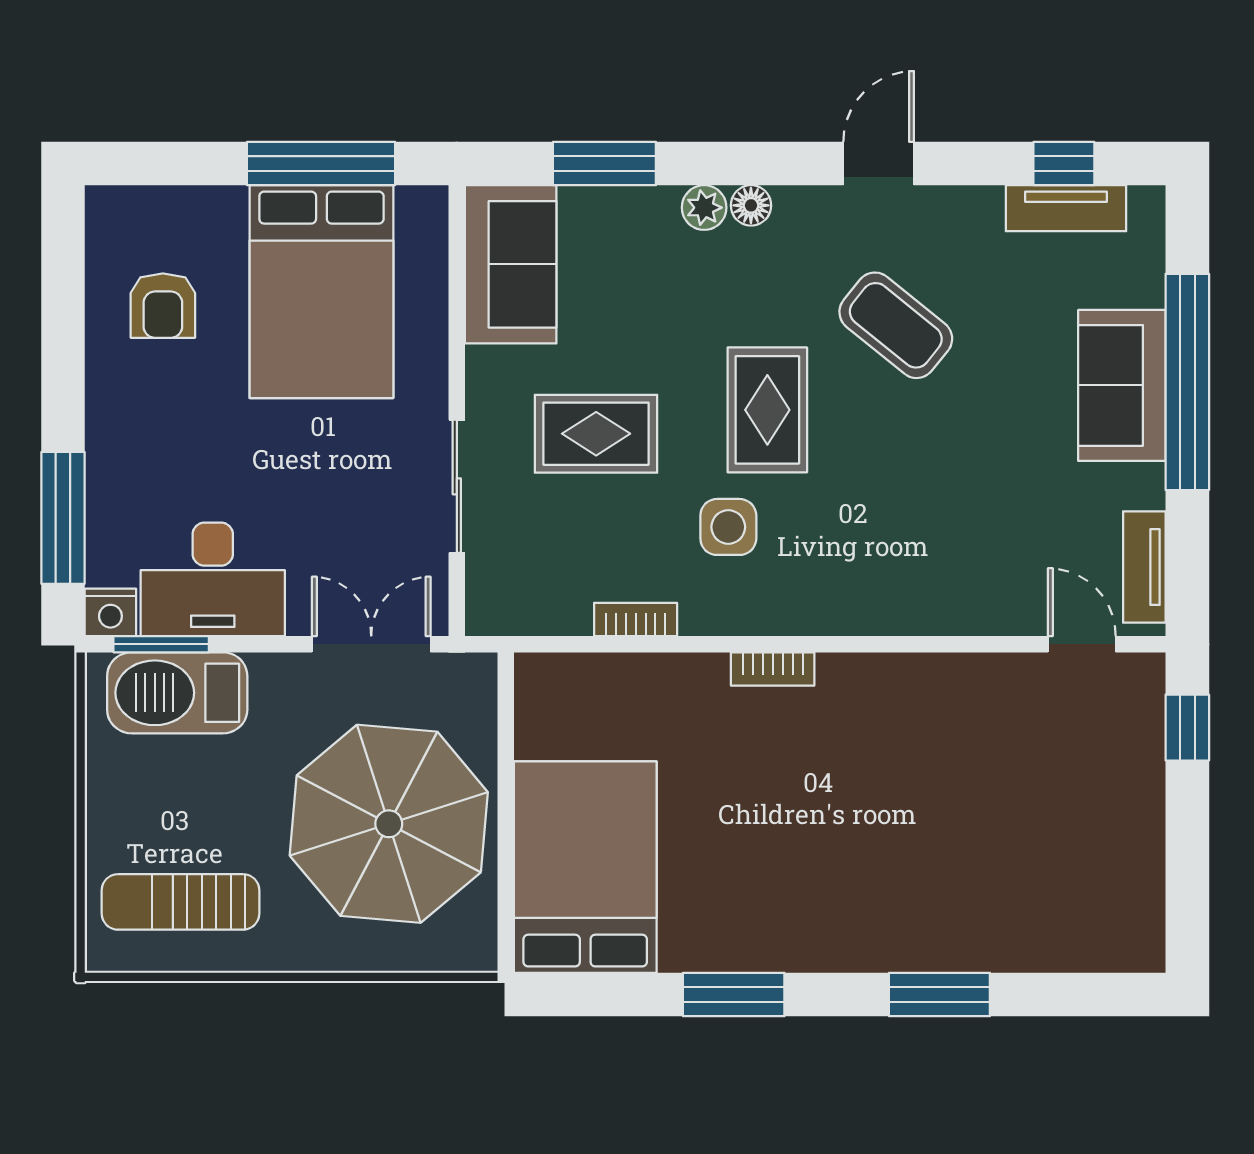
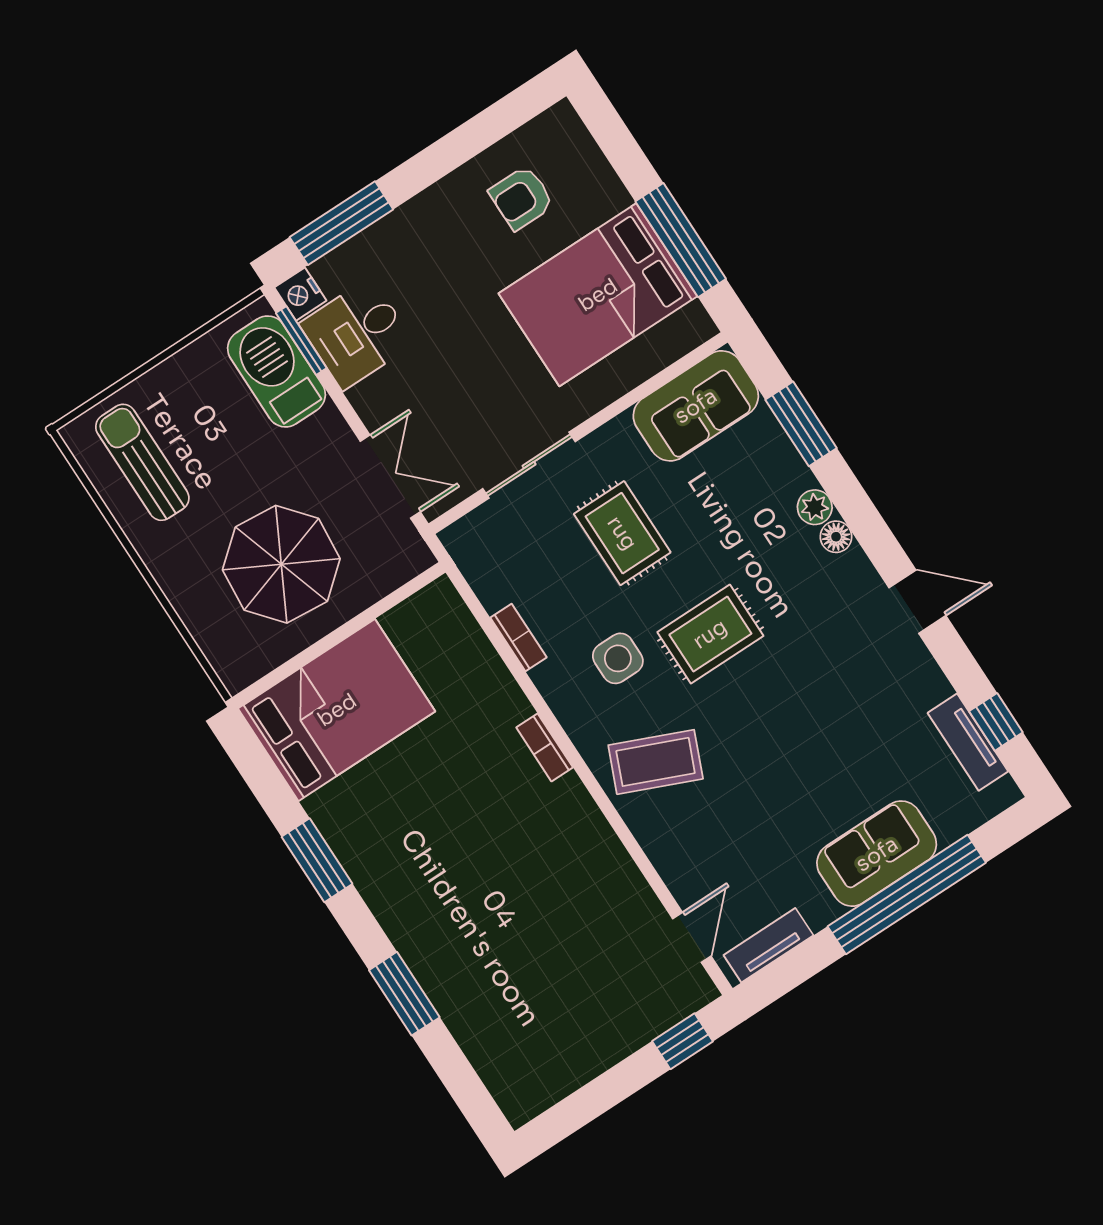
coffee table: (896, 325) -> (656, 762), moved, turned 74
desk: (213, 579) -> (357, 334), width x0.73
parasol: (389, 824) -> (281, 564), width x0.73, depth x0.73

